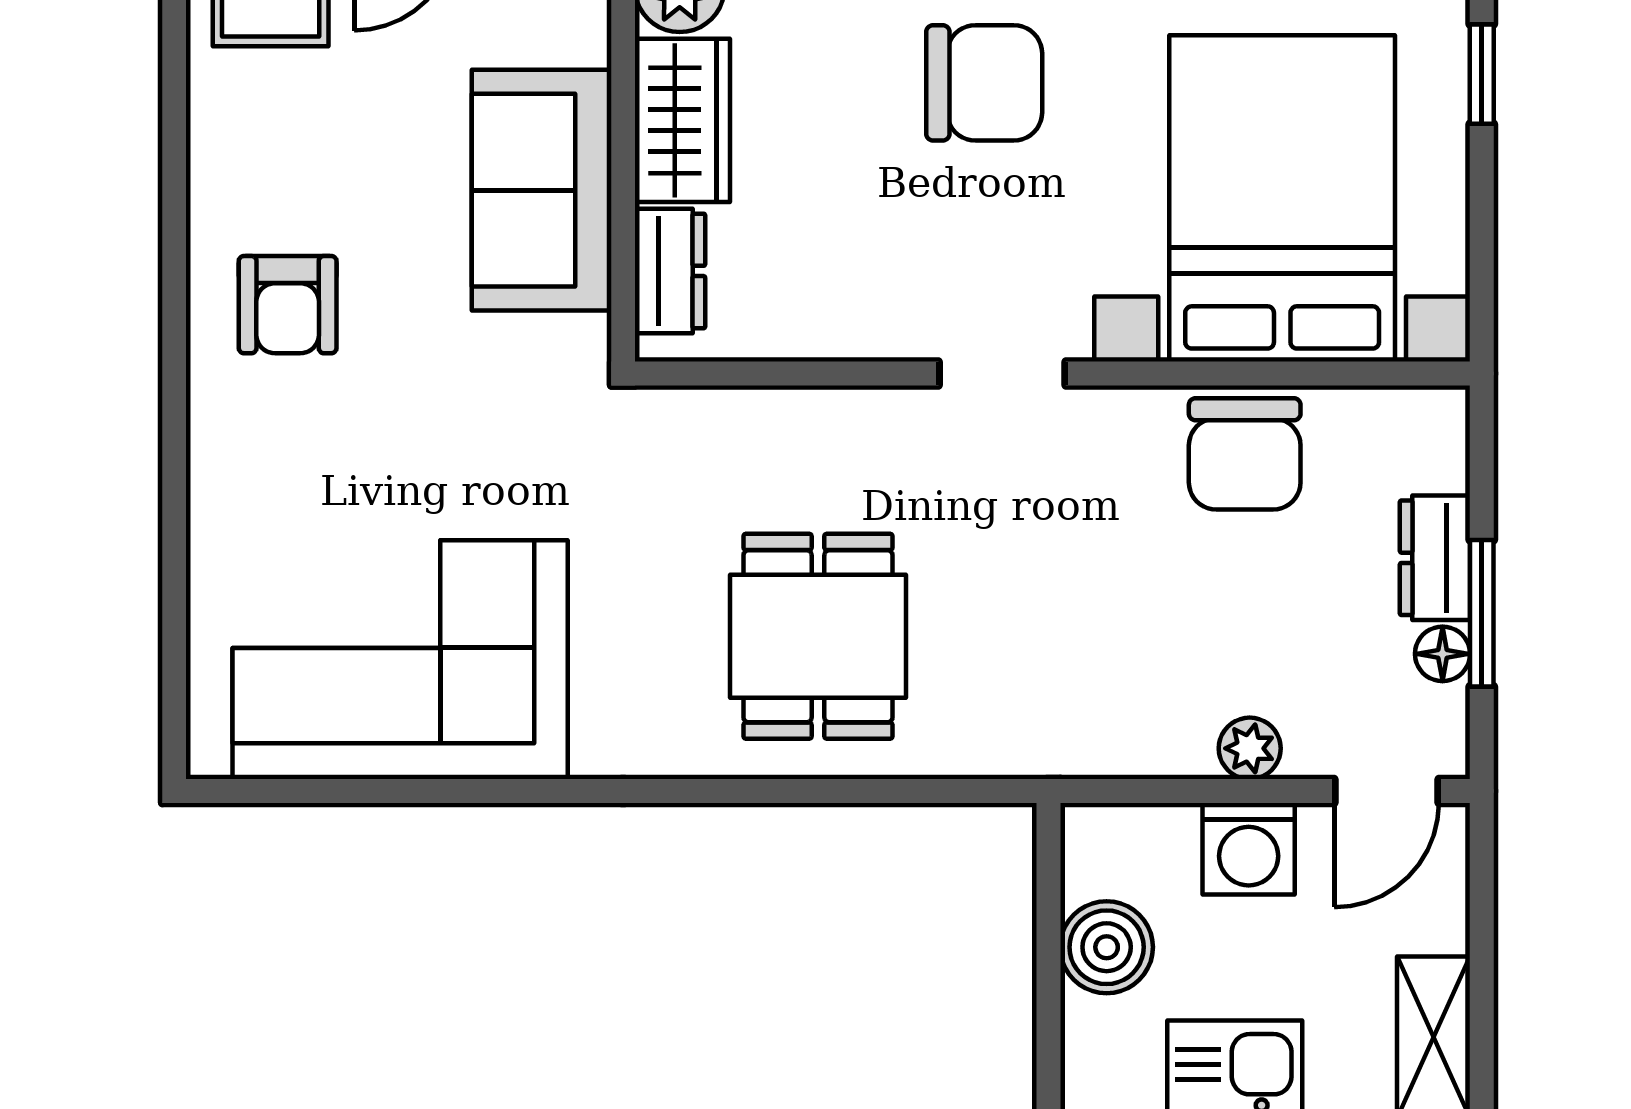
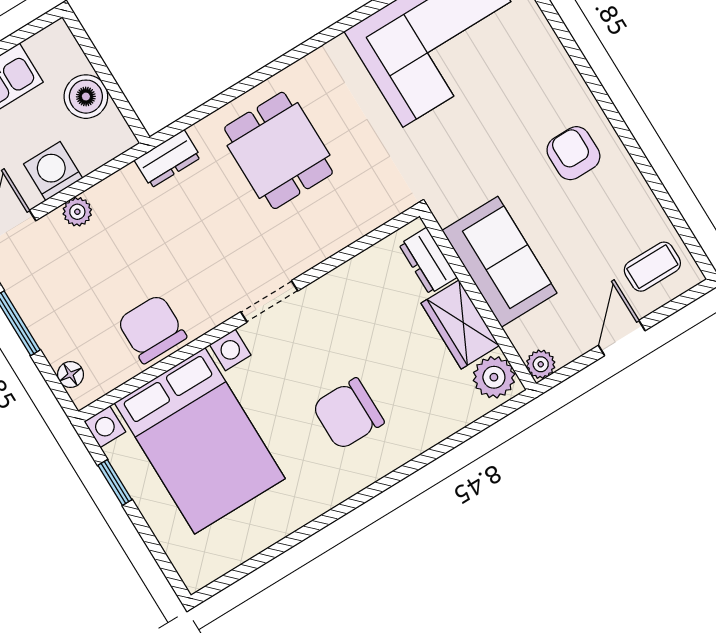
window: (1482, 74) -> (115, 482), moved
dresser: (1435, 558) -> (168, 159), moved, turned 90
floor lamp: (1443, 654) -> (70, 375), moved

